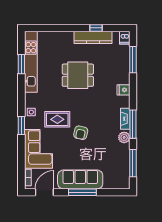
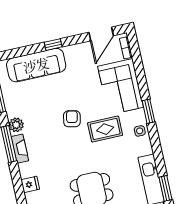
sofa: (80, 179) -> (36, 65), moved
window: (82, 192) -> (53, 45), width x0.46

